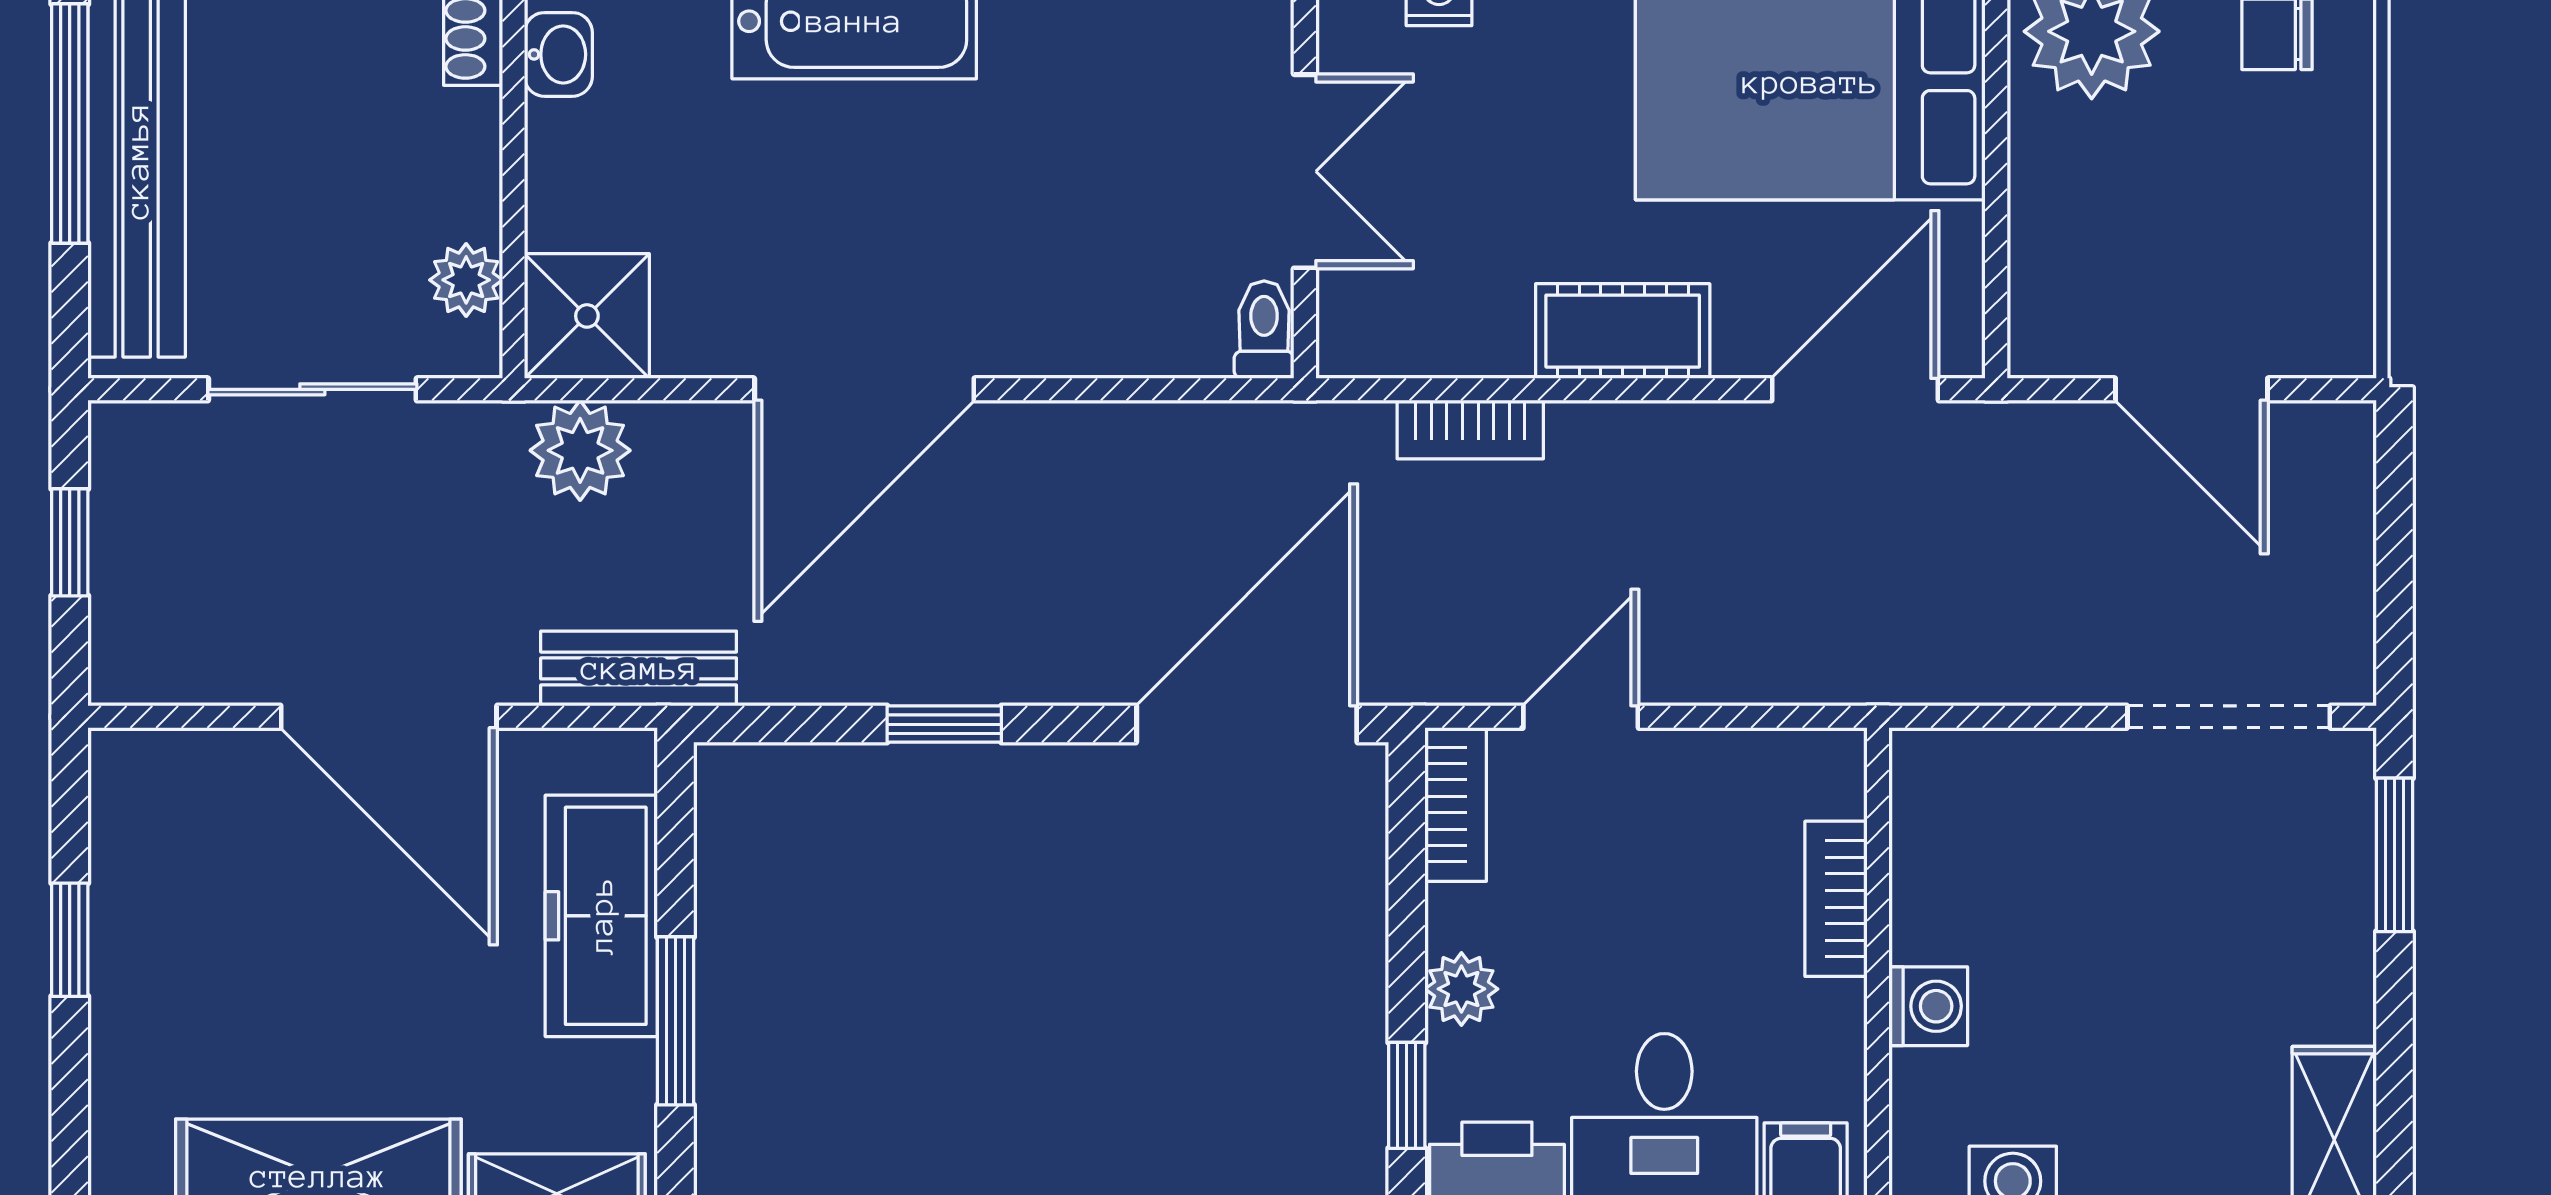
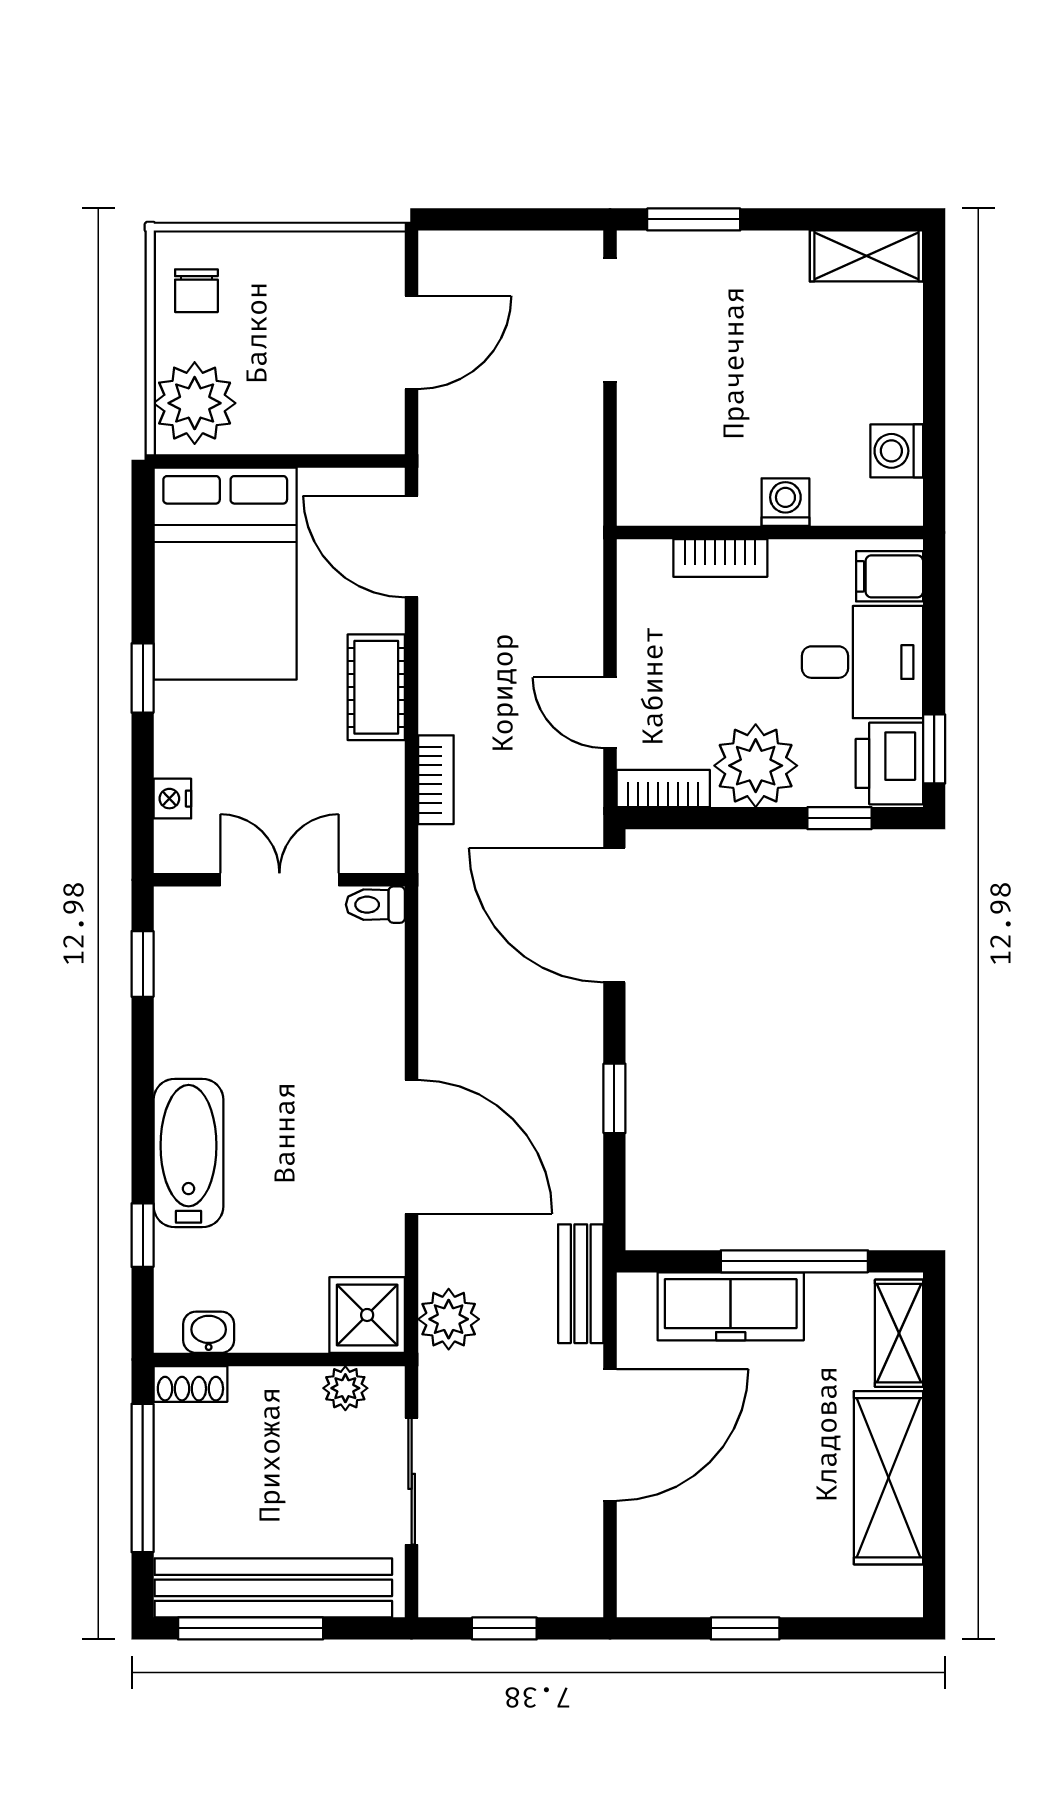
plant: (1461, 989) -> (756, 766), width x1.88, depth x1.88
window: (675, 1021) -> (794, 1261), width x1.44

